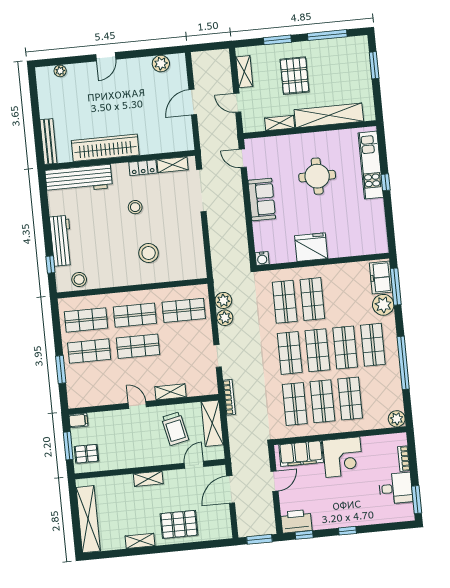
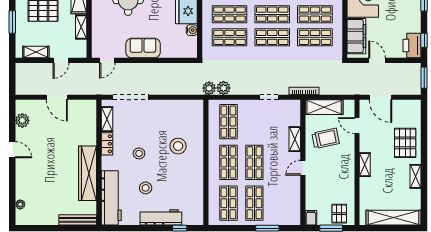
door: (106, 57) -> (12, 150), moved
water cooler: (262, 258) -> (192, 30), moved
stool: (79, 280) -> (146, 188), moved
plant: (225, 318) -> (209, 88), moved

